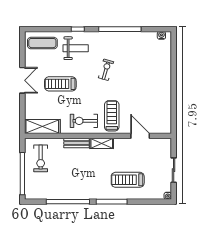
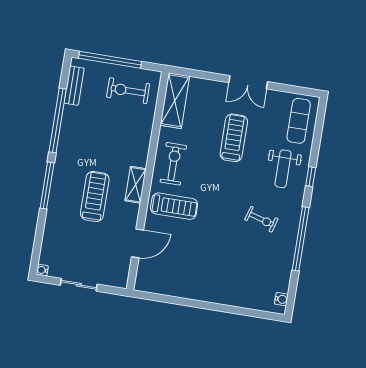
exercise bike: (106, 70) -> (261, 219), moved
bench: (76, 143) -> (74, 86), moved
treadmill: (128, 180) -> (95, 197), moved

